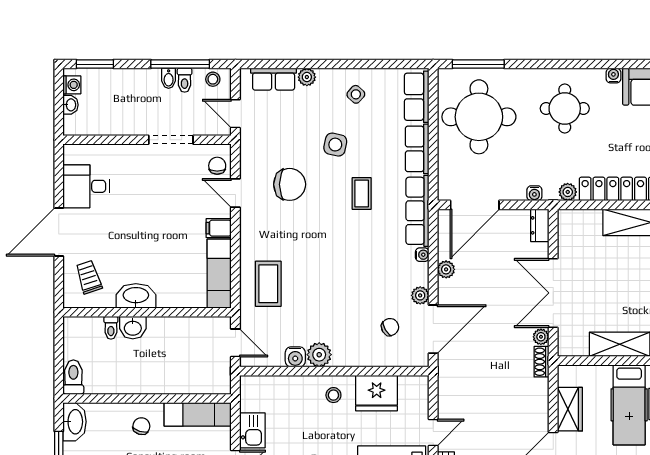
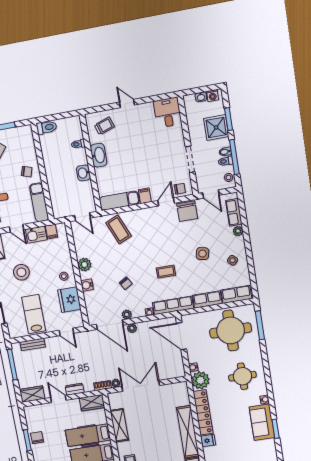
window: (95, 64) -> (229, 119), moved
shower: (126, 87) -> (216, 128), added
door: (235, 114) -> (211, 194), swing flipped
chair: (290, 184) -> (187, 211), moved
desk: (86, 186) -> (168, 113), moved
plant: (568, 192) -> (200, 380), width x1.87, depth x1.87
coffee table: (362, 194) -> (166, 272), moved
dresser: (540, 225) -> (75, 389), moved
door: (59, 232) -> (127, 104), width x0.53
plant: (446, 269) -> (132, 328), moved
coffee table: (268, 284) -> (119, 229), turned 67
chair: (390, 327) -> (126, 283), moved
washbasin: (133, 328) -> (83, 173), moved
door: (235, 343) -> (82, 217), hinge flipped
water cooler: (295, 357) -> (87, 285), moved
filing cabinet: (252, 402) -> (52, 231), added
wardrobe: (570, 409) -> (92, 403), moved
washbasin: (75, 422) -> (22, 133), removed
door: (433, 433) -> (66, 332), moved

